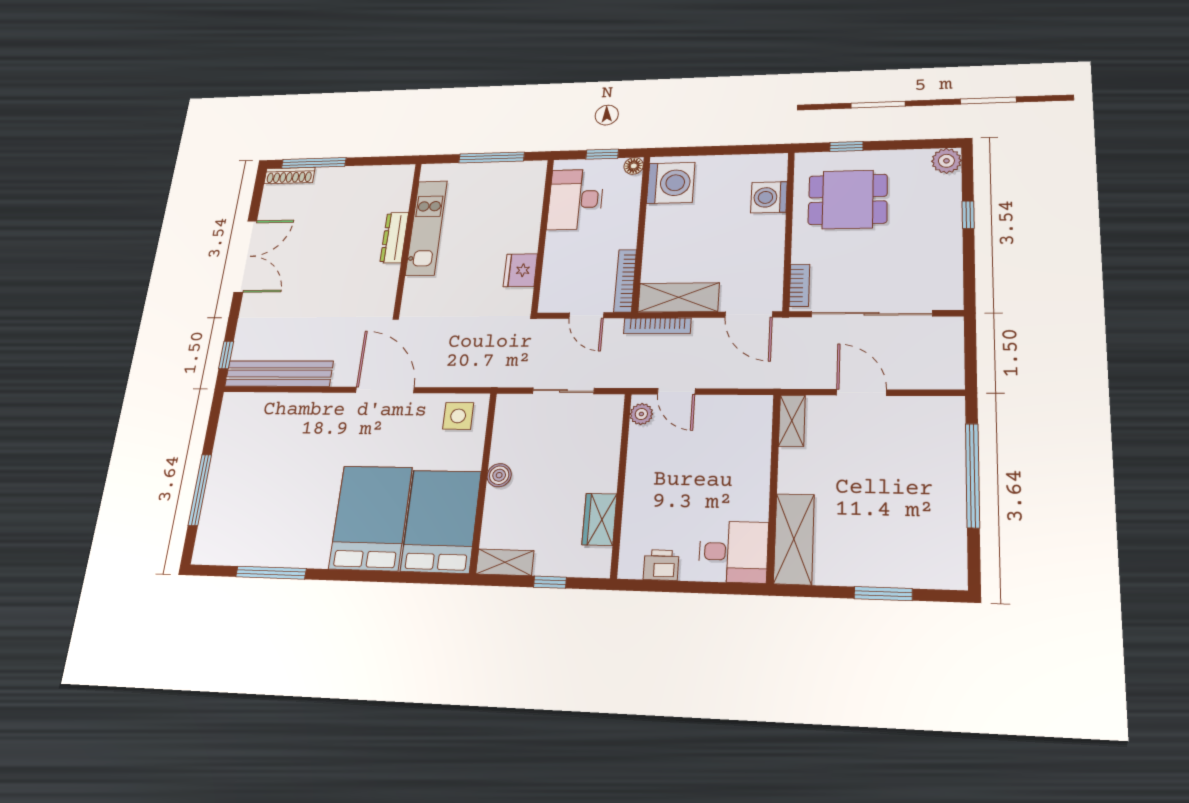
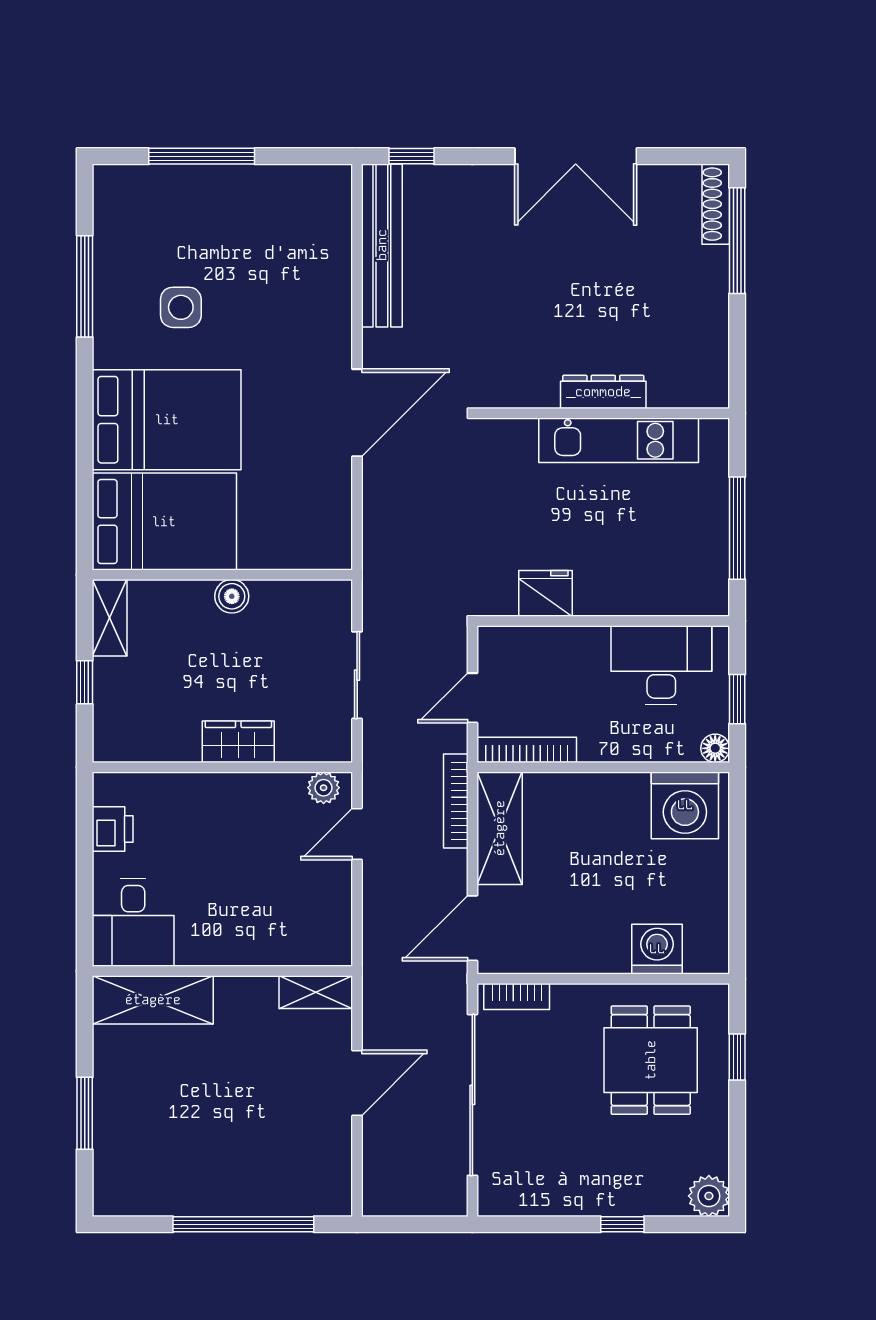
side table: (458, 416) -> (181, 307), moved
wardrobe: (599, 519) -> (238, 742), moved

